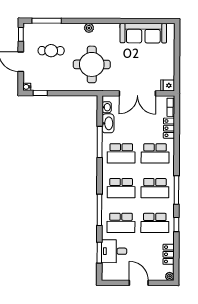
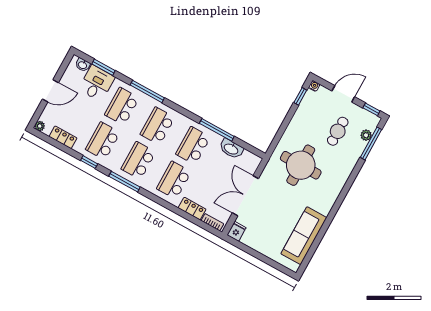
plant: (89, 28) -> (366, 135), moved
washbasin: (107, 107) -> (83, 65), moved

